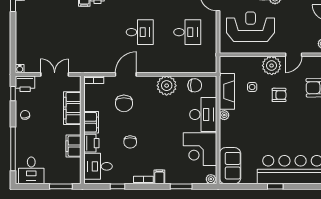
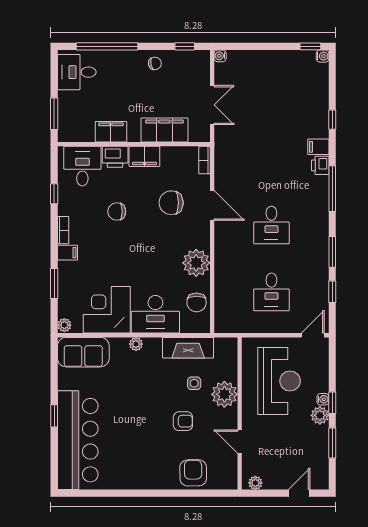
plant: (272, 66) -> (224, 394), moved
printer: (25, 84) -> (199, 63), removed
armchair: (279, 95) -> (183, 421), turned -90
plant: (224, 115) -> (136, 344), moved

